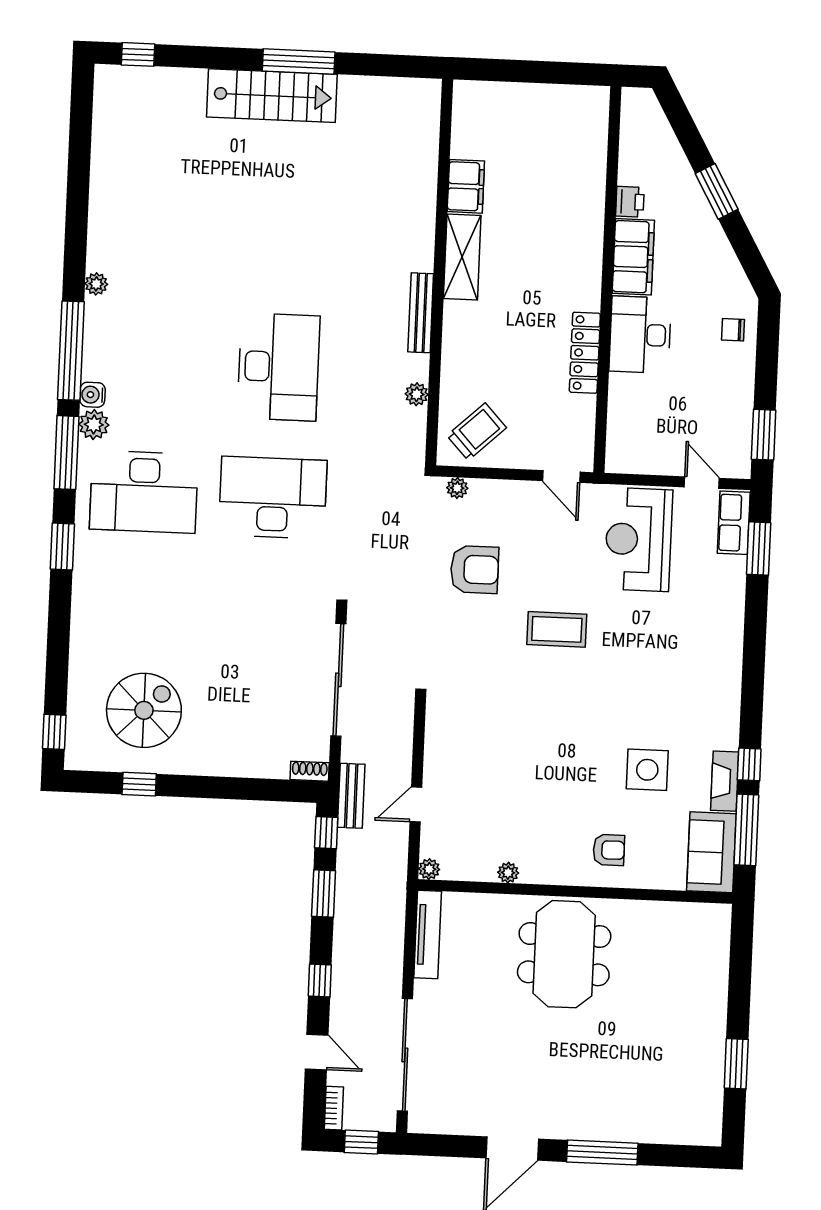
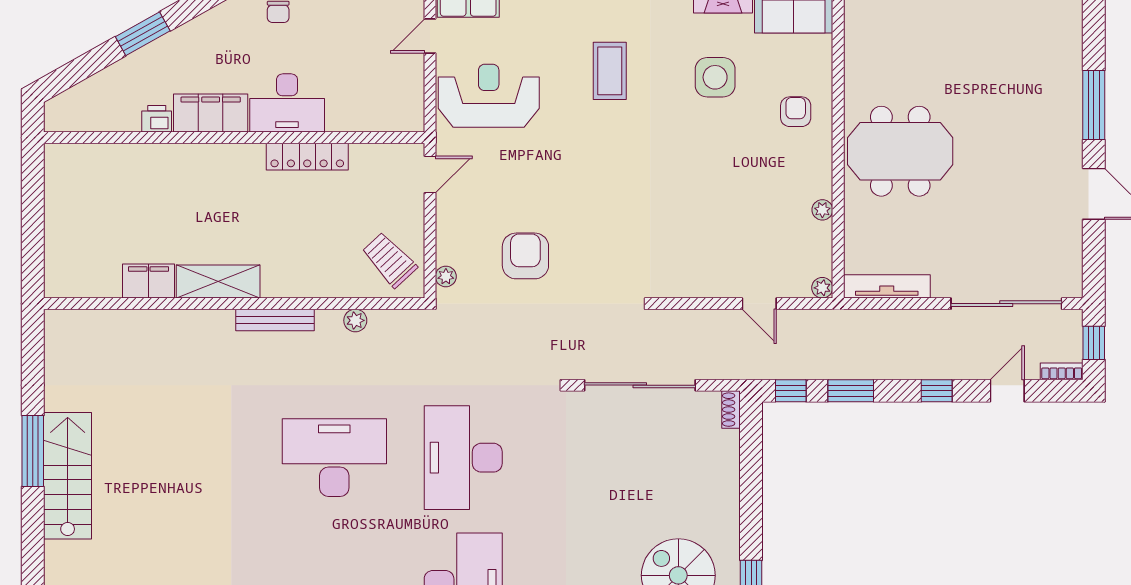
reception desk: (639, 539) -> (489, 96), turned 180
coffee table: (557, 629) -> (610, 71), moved
bench: (351, 796) -> (753, 368), removed

